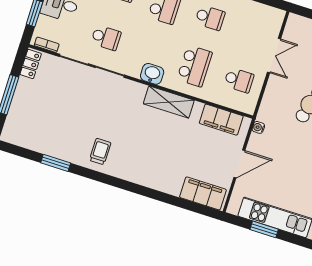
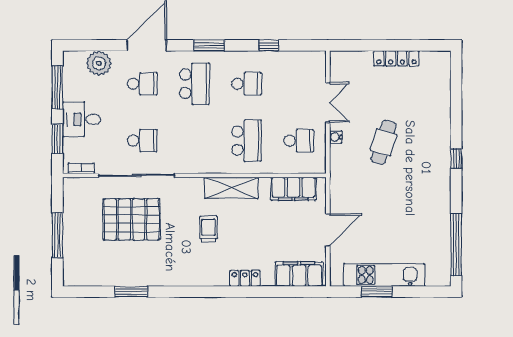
locker: (31, 64) -> (245, 278), moved, turned -90
washbasin: (152, 74) -> (204, 164), removed
pallet: (76, 102) -> (132, 219), added
water cooler: (258, 127) -> (336, 137), moved
trolley: (100, 152) -> (208, 229), moved

